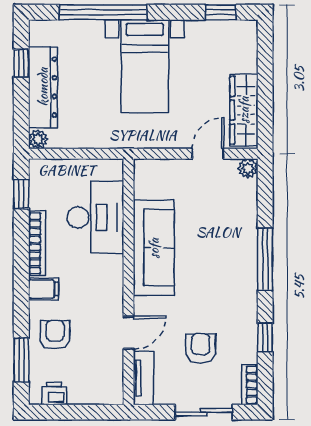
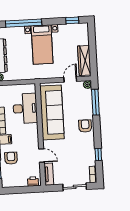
sofa: (154, 248) -> (52, 112), width x1.36, depth x1.27
window: (265, 259) -> (95, 102), moved
door: (129, 333) -> (42, 156), hinge flipped
armchair: (201, 348) -> (85, 126), moved
printer: (54, 393) -> (33, 181), moved

